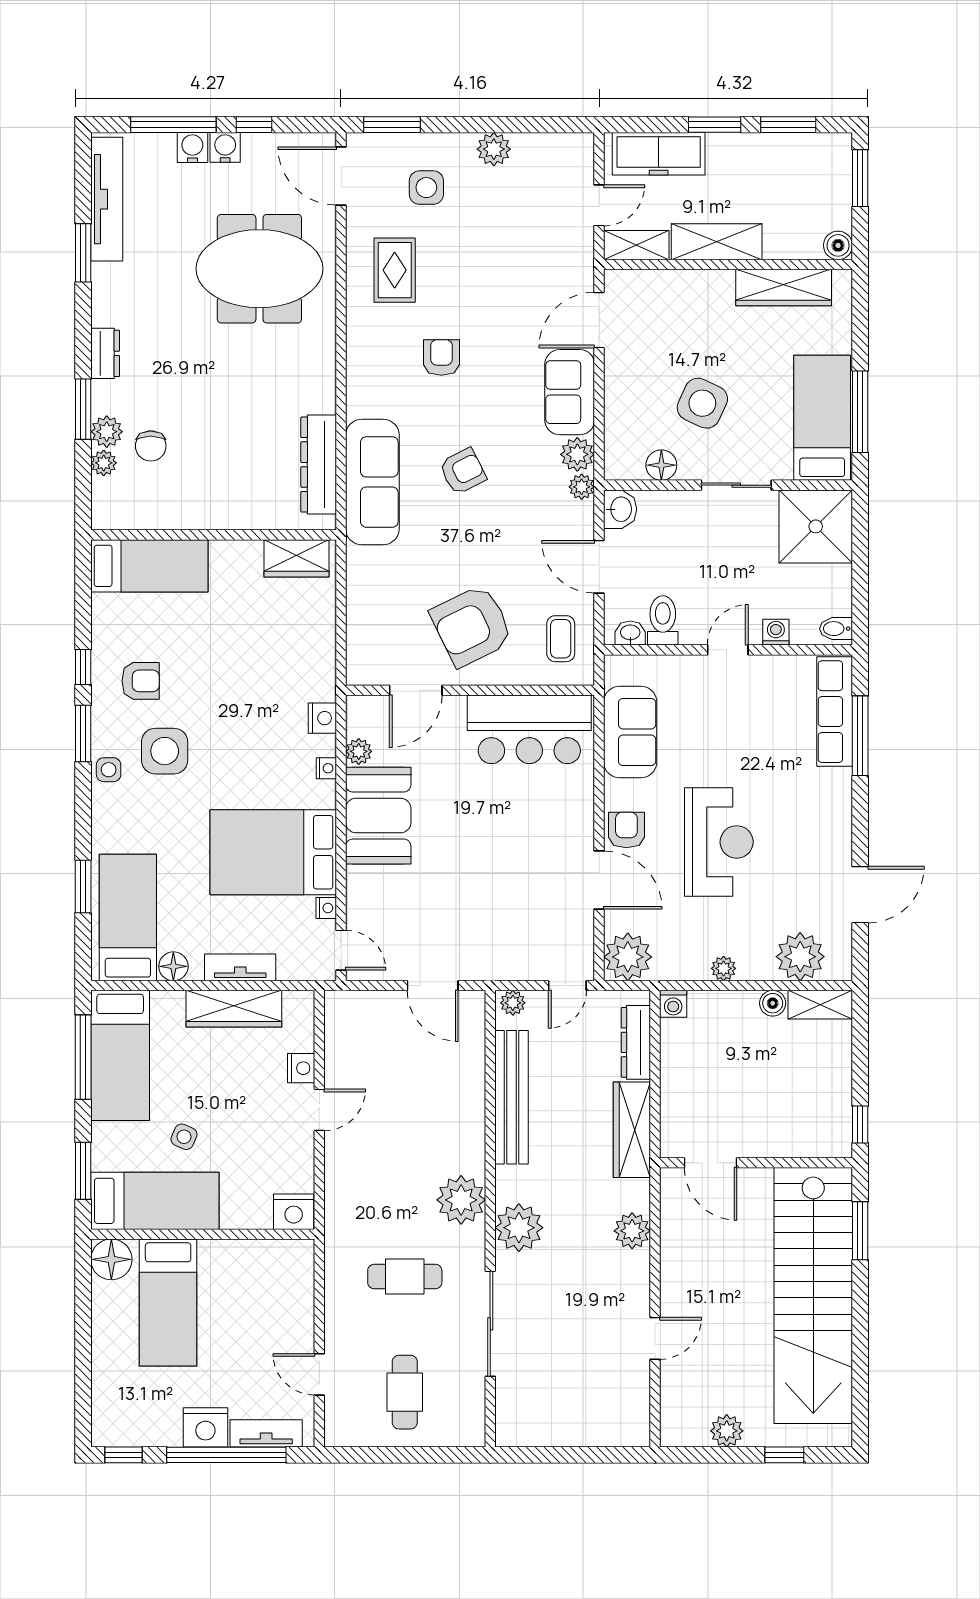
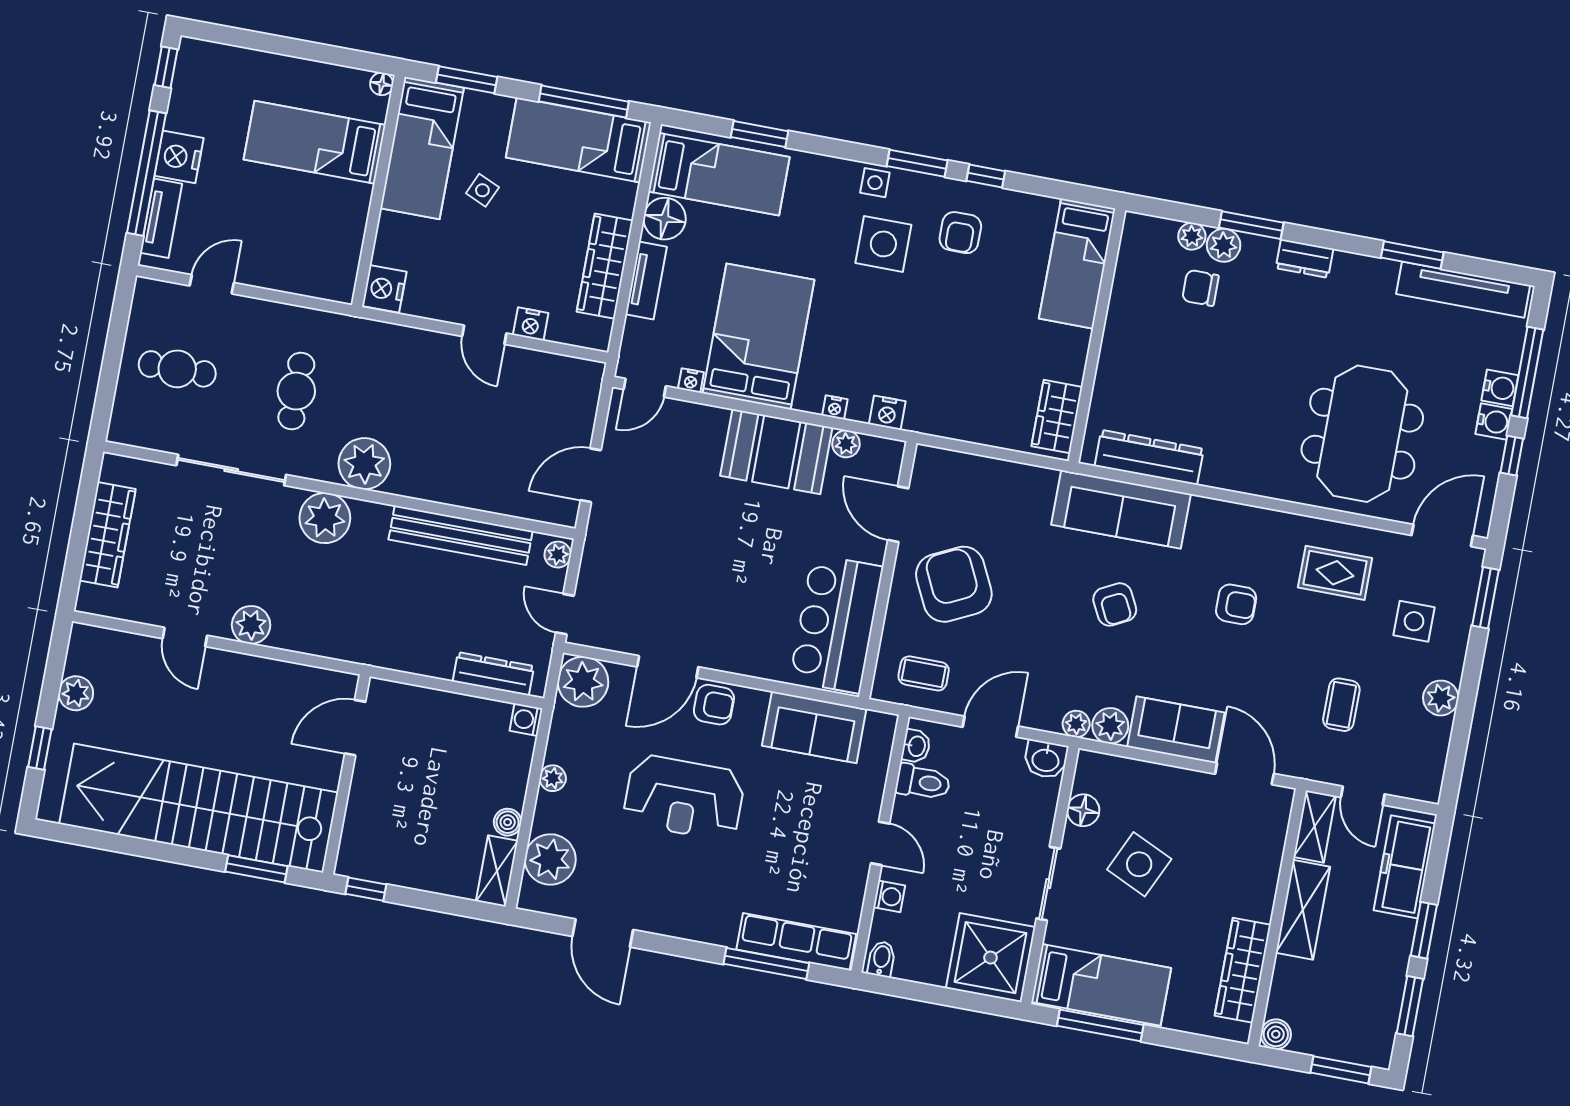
coffee table: (517, 241) -> (1341, 705), added
floor lamp: (173, 966) -> (665, 219), width x1.38, depth x1.38
wardrobe: (632, 1130) -> (108, 535), moved, turned 90
plant: (632, 1231) -> (251, 625), moved
floor lamp: (111, 1259) -> (382, 84), width x0.53, depth x0.53

